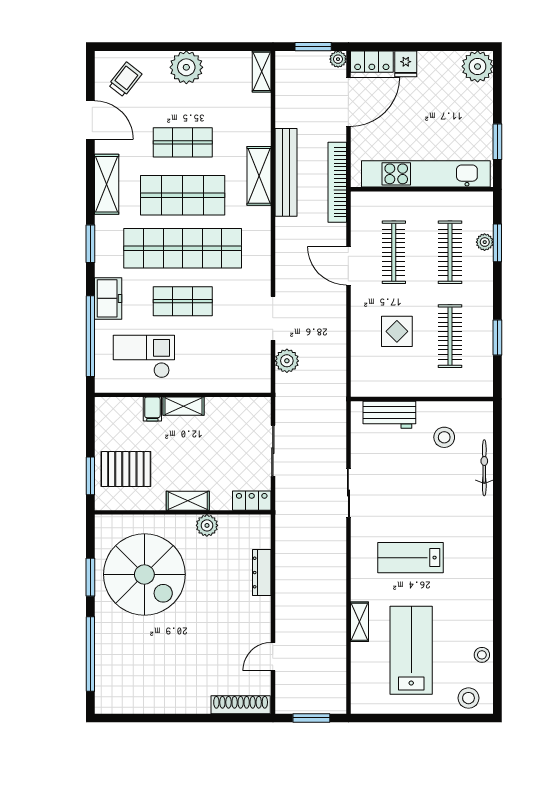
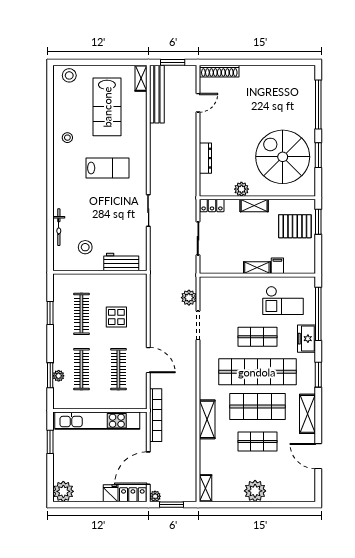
trolley: (125, 80) -> (295, 483), removed
bench: (286, 172) -> (157, 94), moved
shelving: (360, 622) -> (141, 78), moved
stool: (482, 655) -> (67, 138), moved

